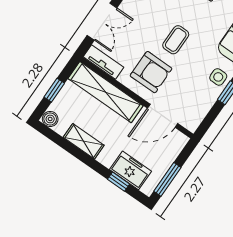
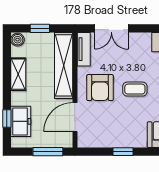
side table: (218, 77) -> (130, 137), removed
door: (163, 116) -> (75, 117), hinge flipped
window: (167, 179) -> (48, 152), moved

